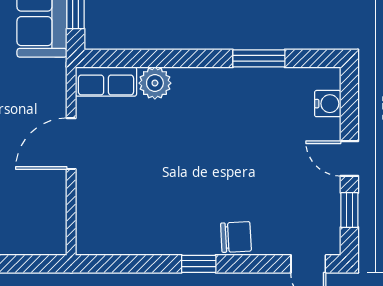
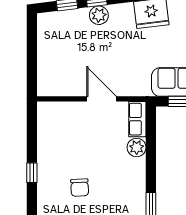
chair: (236, 237) -> (80, 188), moved

